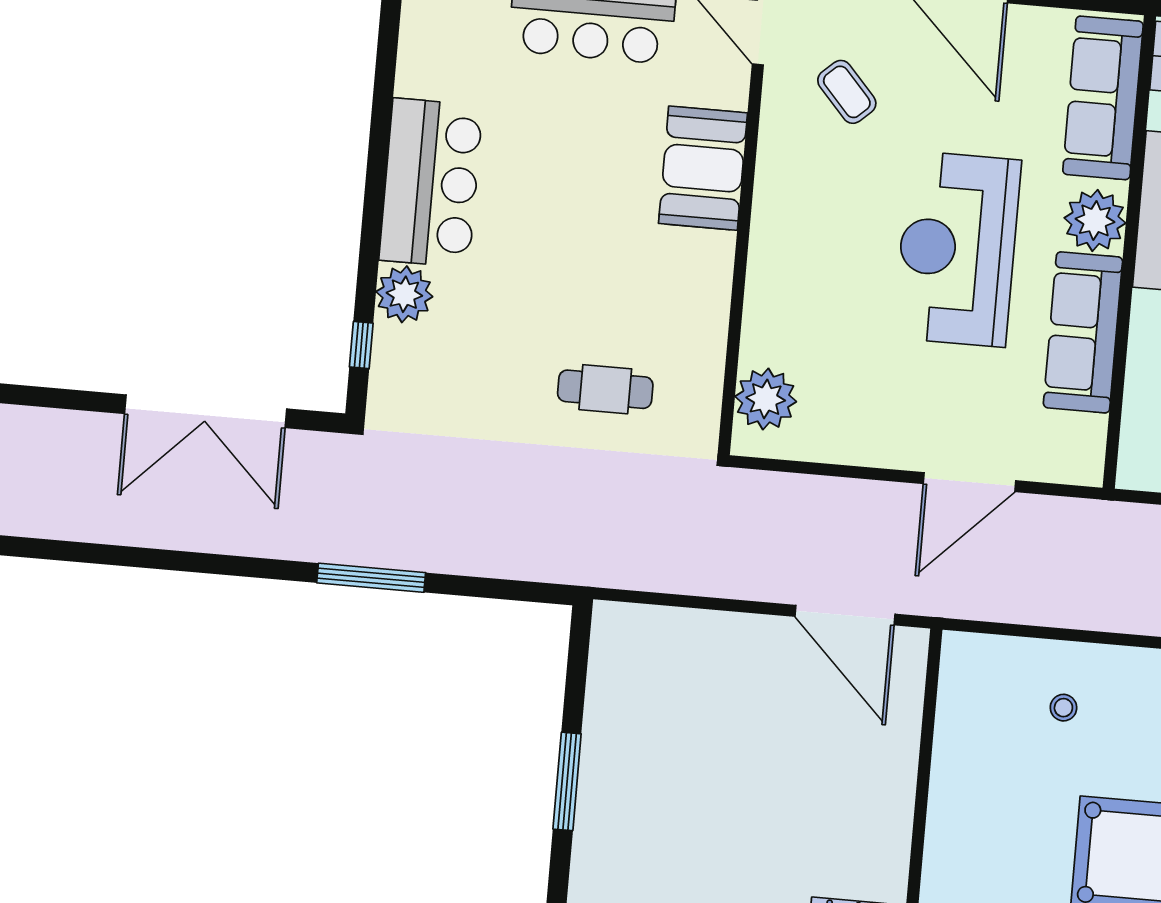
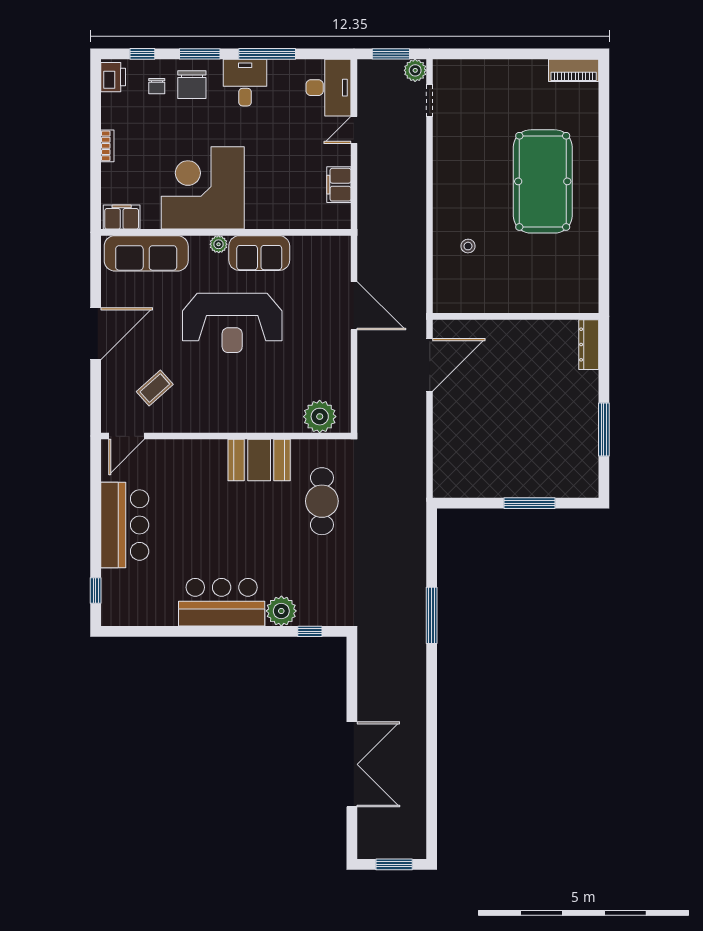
booth: (703, 168) -> (259, 460), moved
plant: (1095, 220) -> (219, 244), width x0.53, depth x0.53
sofa: (1083, 332) -> (259, 253), width x0.73
cafe table: (605, 389) -> (322, 501), width x1.37, depth x1.35
double door: (206, 411) -> (352, 764), moved

